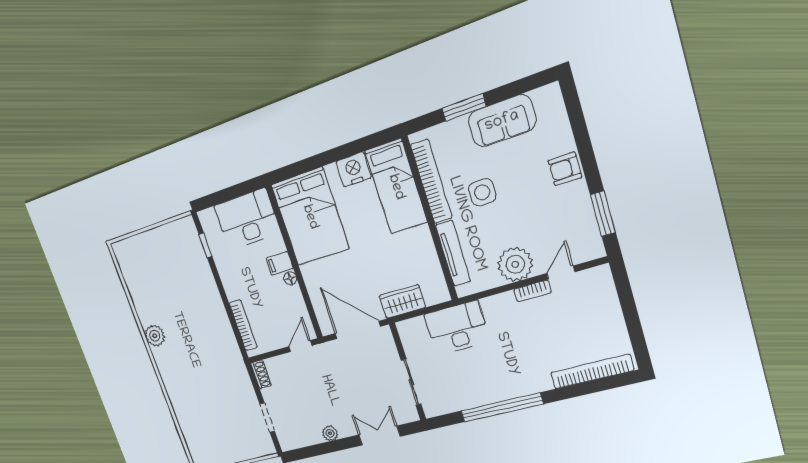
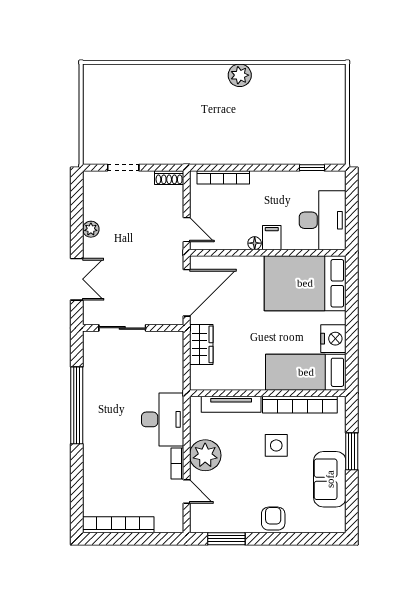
desk: (457, 328) -> (163, 419), moved
bookcase: (592, 371) -> (118, 525), moved, turned -90

